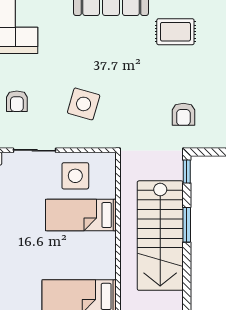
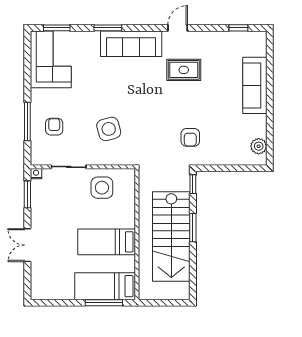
armchair: (17, 101) -> (54, 127), turned 180
side table: (84, 104) -> (109, 129), turned -31
bed: (81, 215) -> (107, 242), moved

